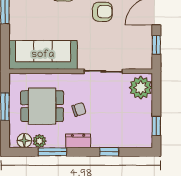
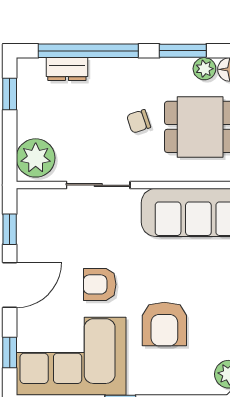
dresser: (78, 141) -> (67, 69), moved
window: (109, 152) -> (88, 51), width x3.17

